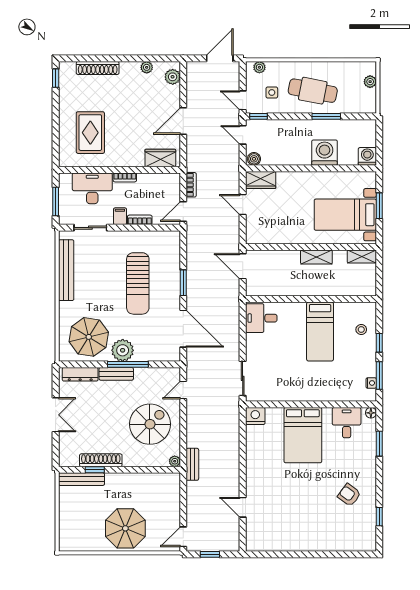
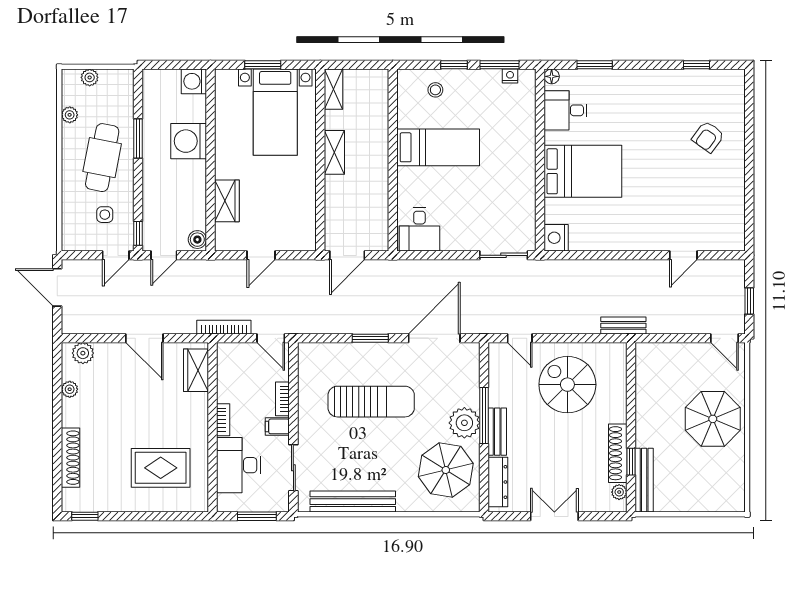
plant: (259, 67) -> (70, 115), moved
wardrobe: (261, 180) -> (227, 201), moved
bookcase: (191, 185) -> (224, 327), width x1.56
plant: (175, 461) -> (619, 492), moved
armchair: (349, 495) -> (708, 137), moved

